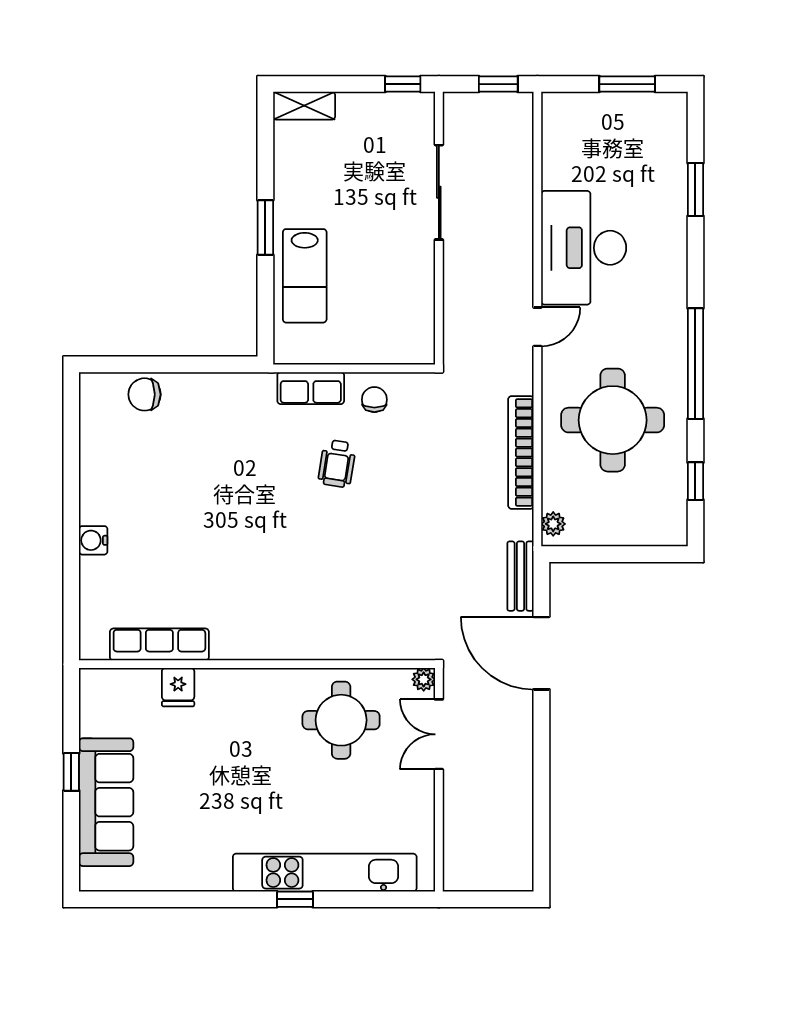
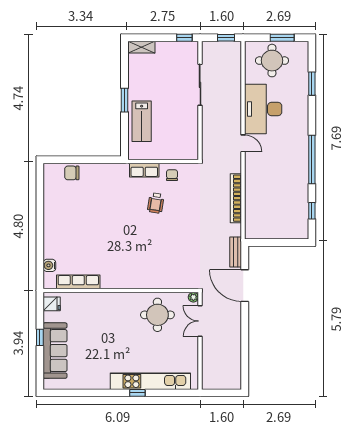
door: (537, 327) -> (243, 143), hinge flipped
round table: (613, 420) -> (272, 61), moved, width x0.73, depth x0.73
plant: (553, 524) -> (250, 229), removed
water cooler: (93, 540) -> (49, 265), moved
fridge: (178, 687) -> (52, 304), moved, turned -90

